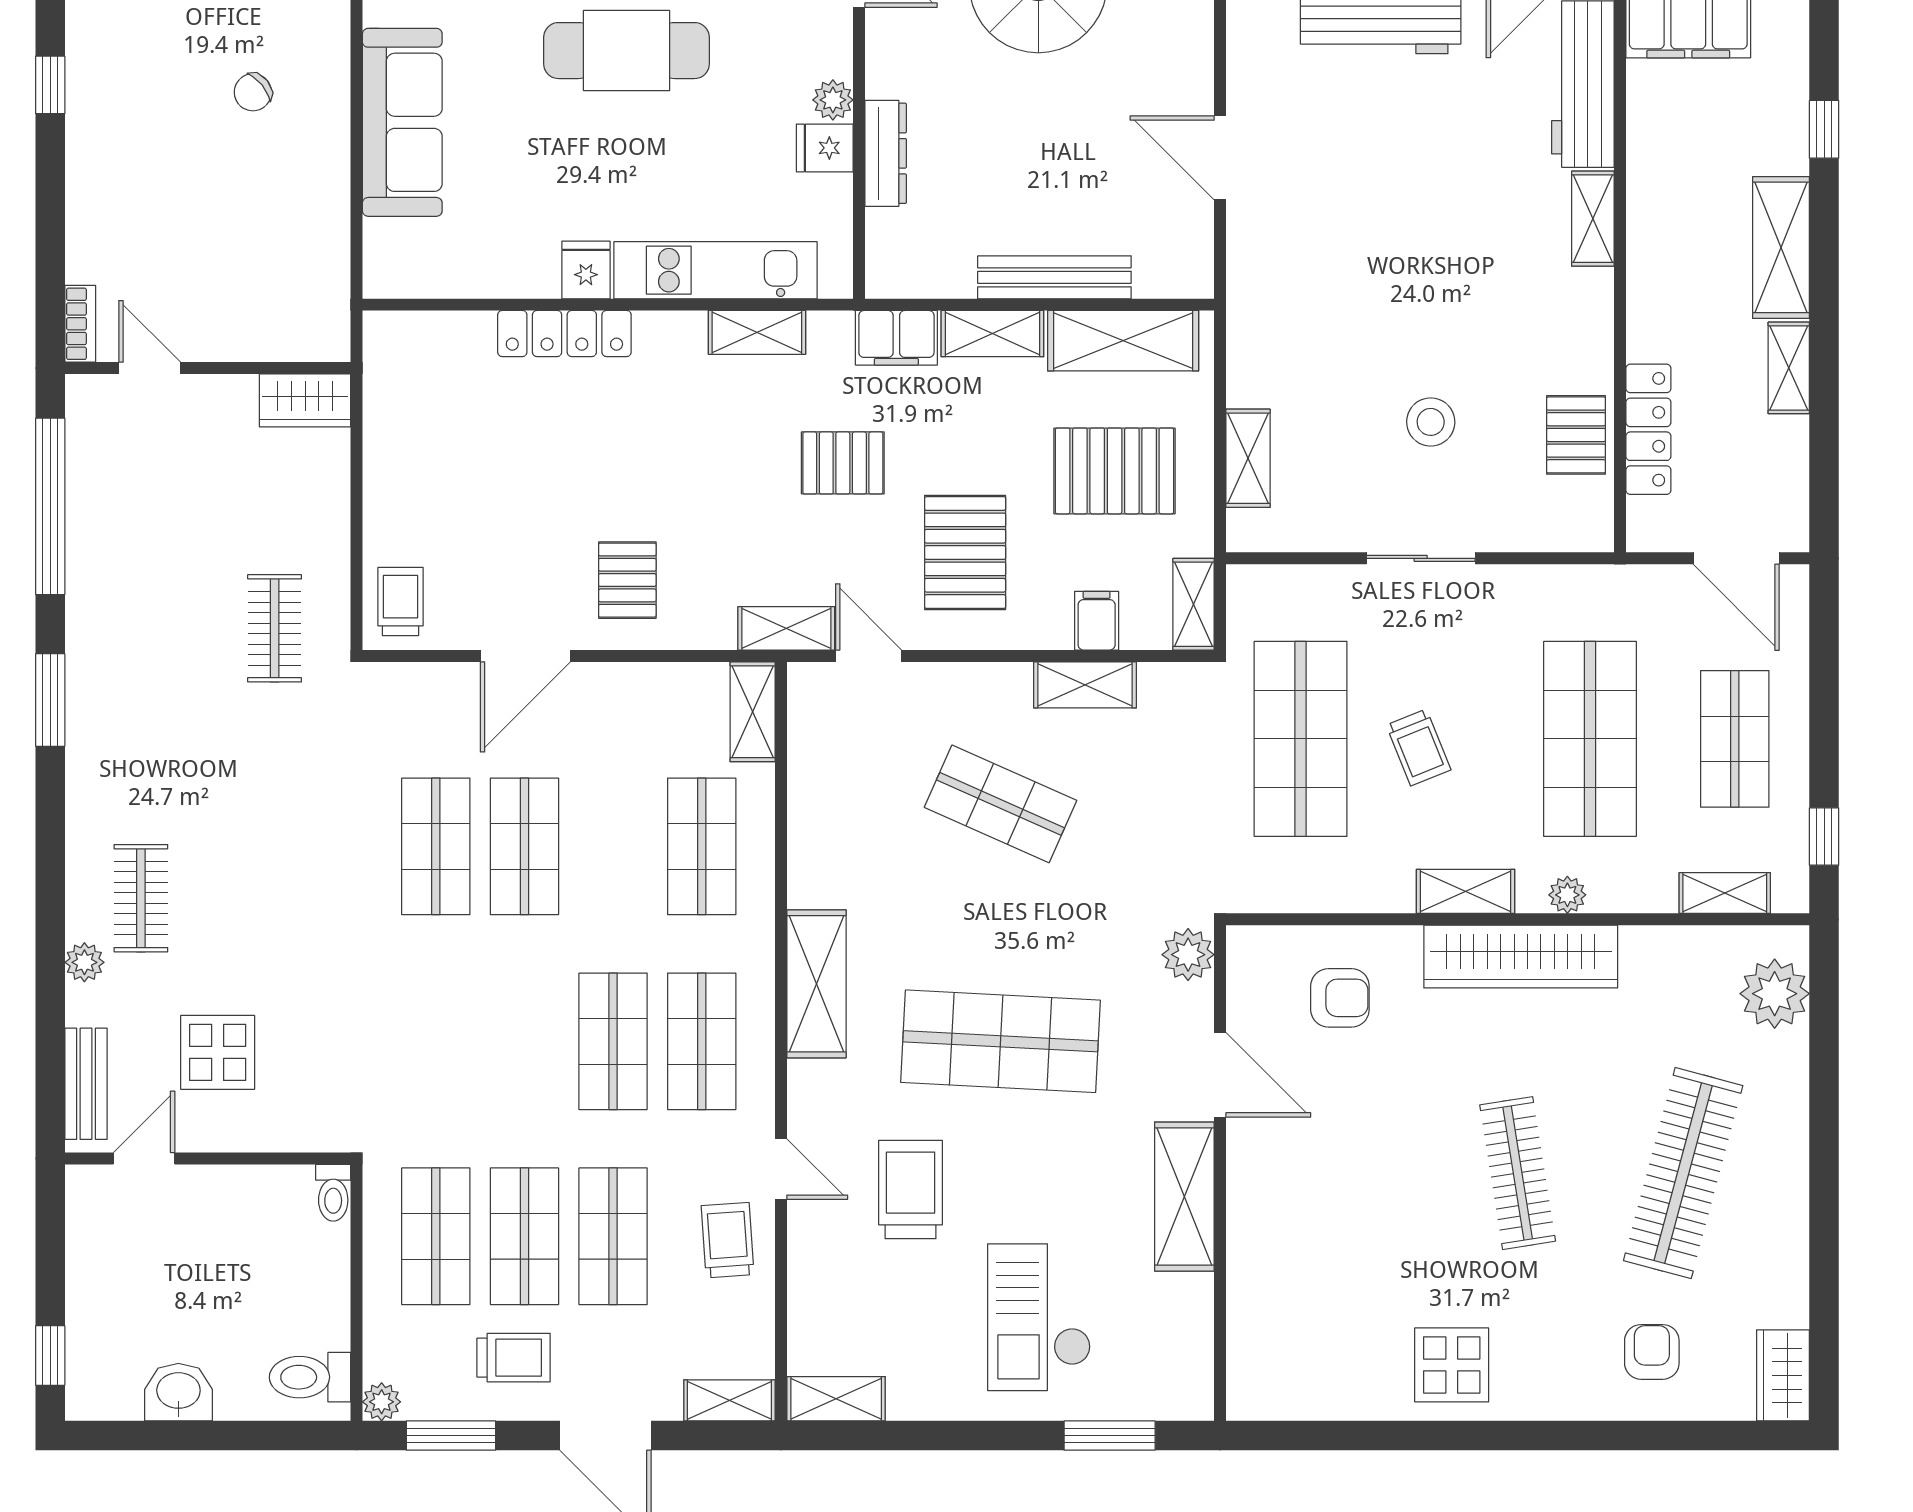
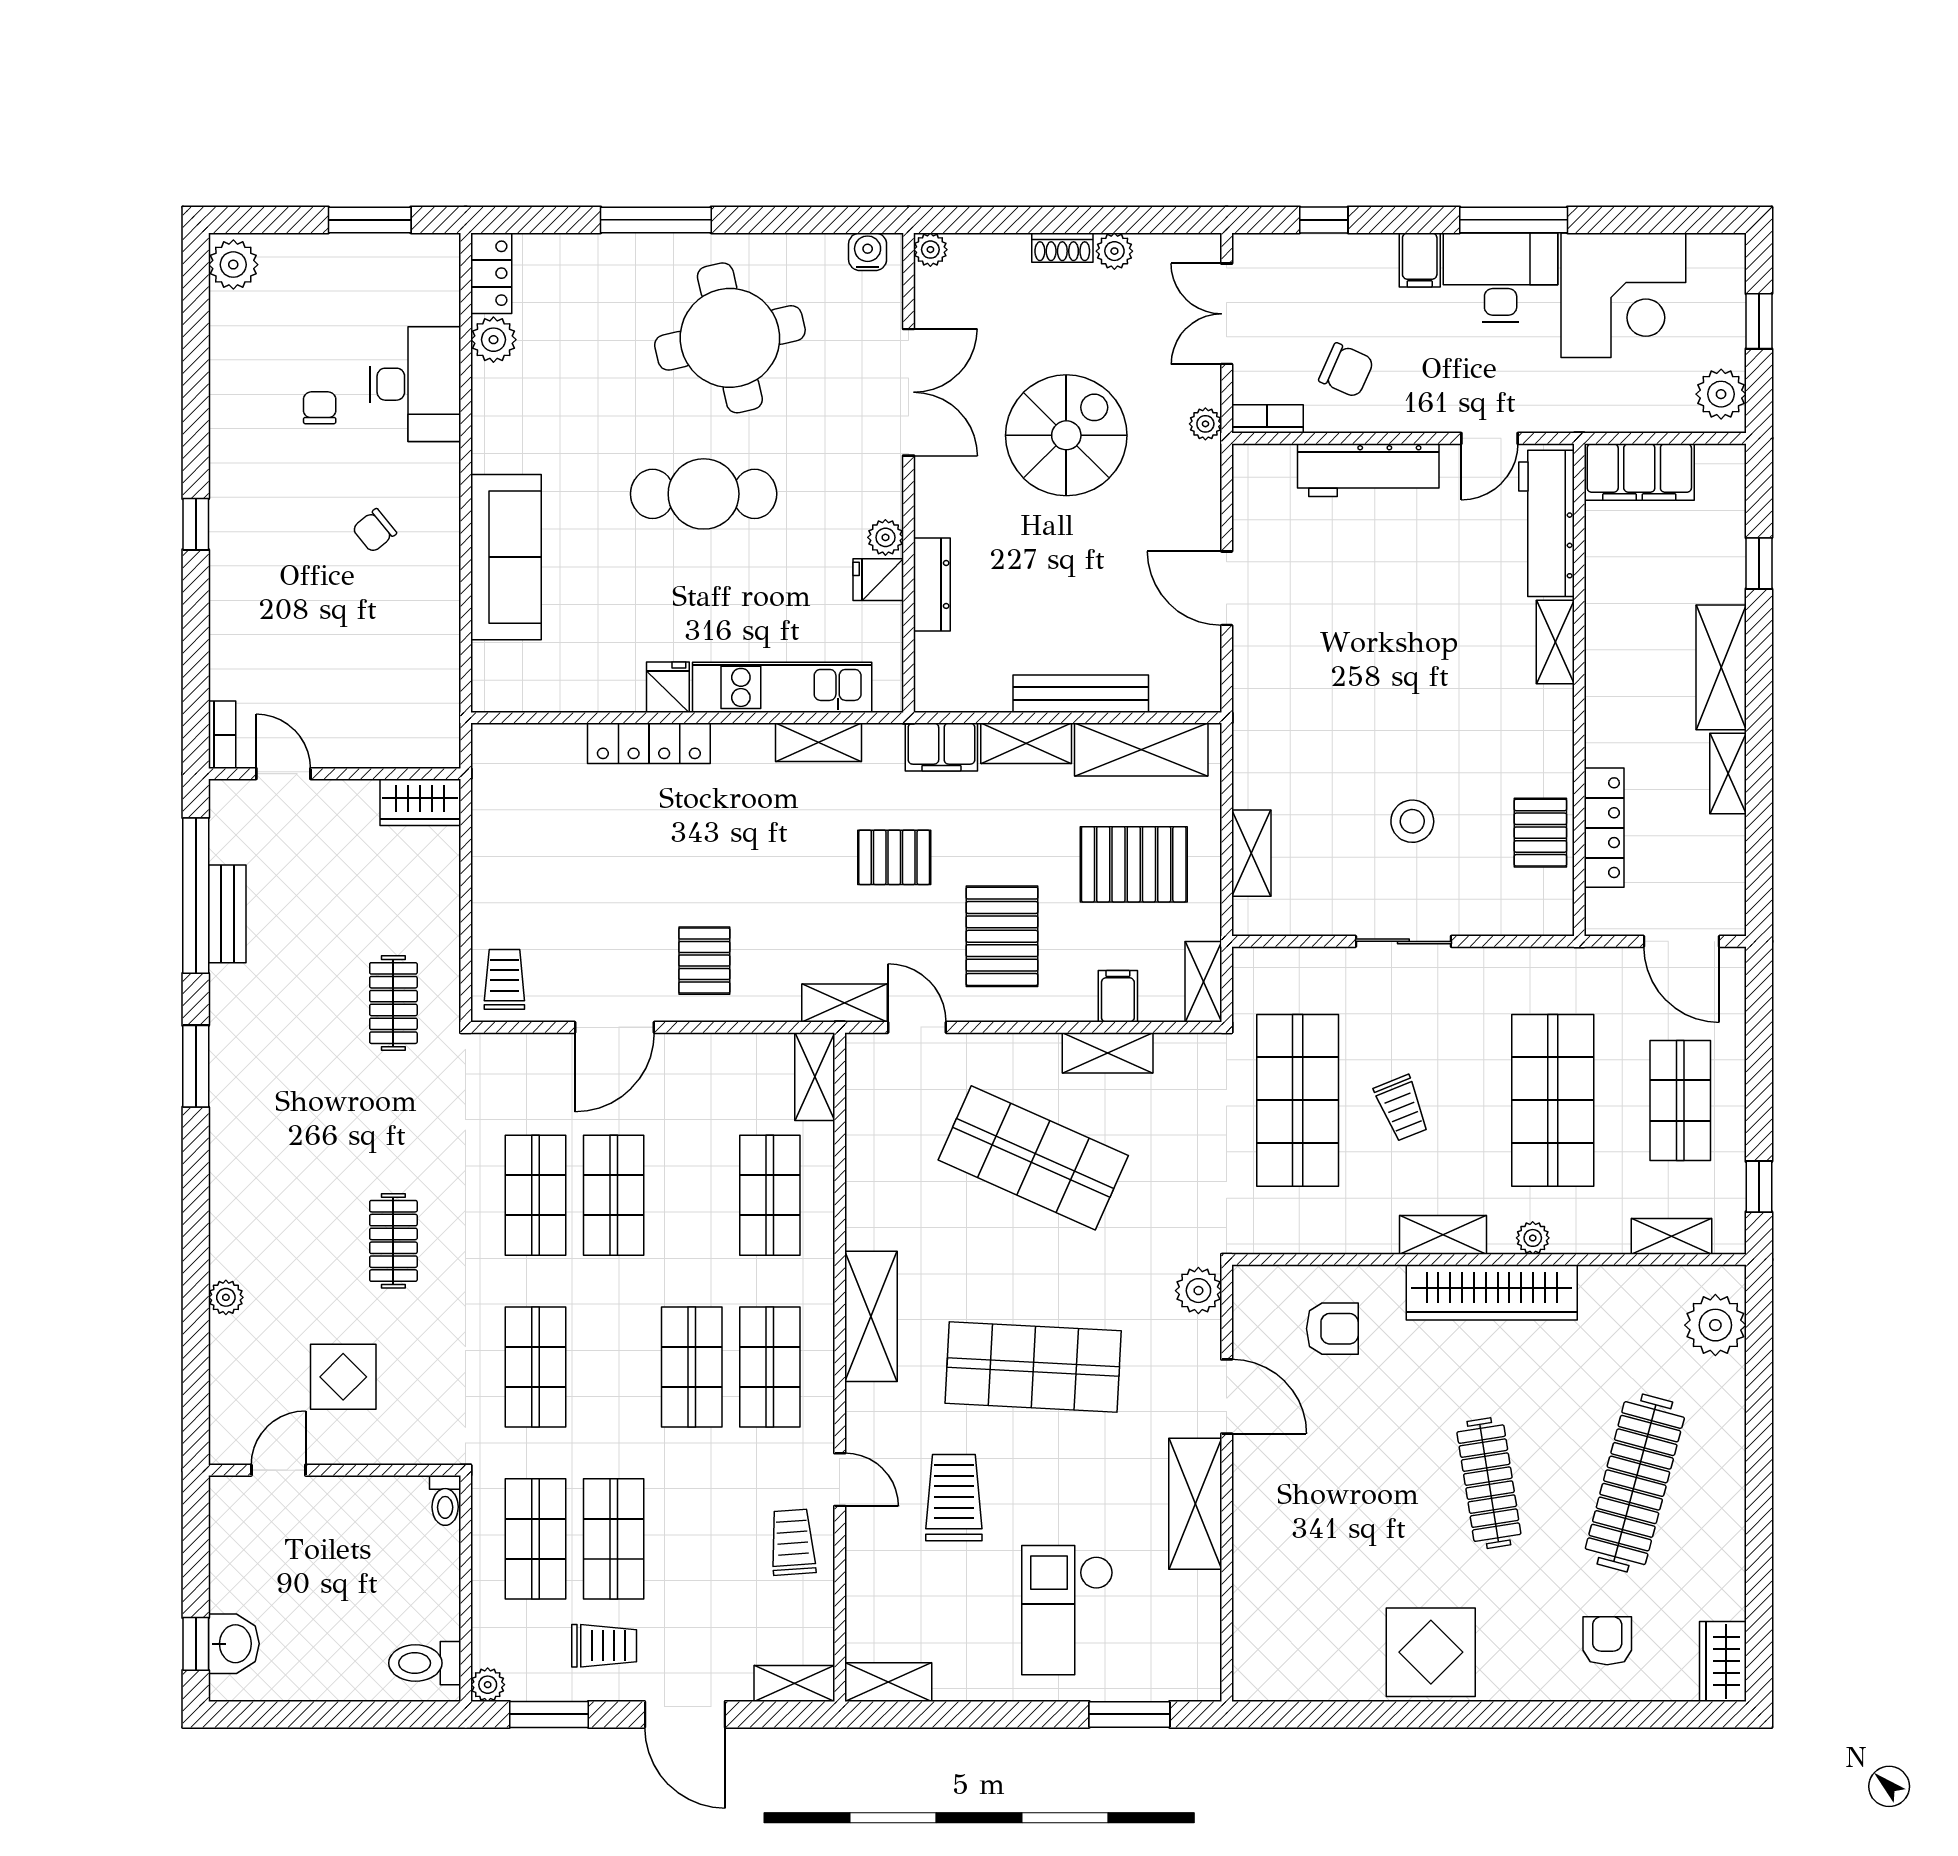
shop shelf: (1001, 804) -> (1033, 1158), width x1.43, depth x1.36
clothes rail: (141, 898) -> (393, 1241), moved
bench: (86, 1084) -> (227, 914), moved
shop shelf: (613, 1236) -> (536, 1367), moved
display table: (1452, 1365) -> (1431, 1652), width x1.36, depth x1.36
washbasin: (178, 1392) -> (234, 1644), moved, turned 90

